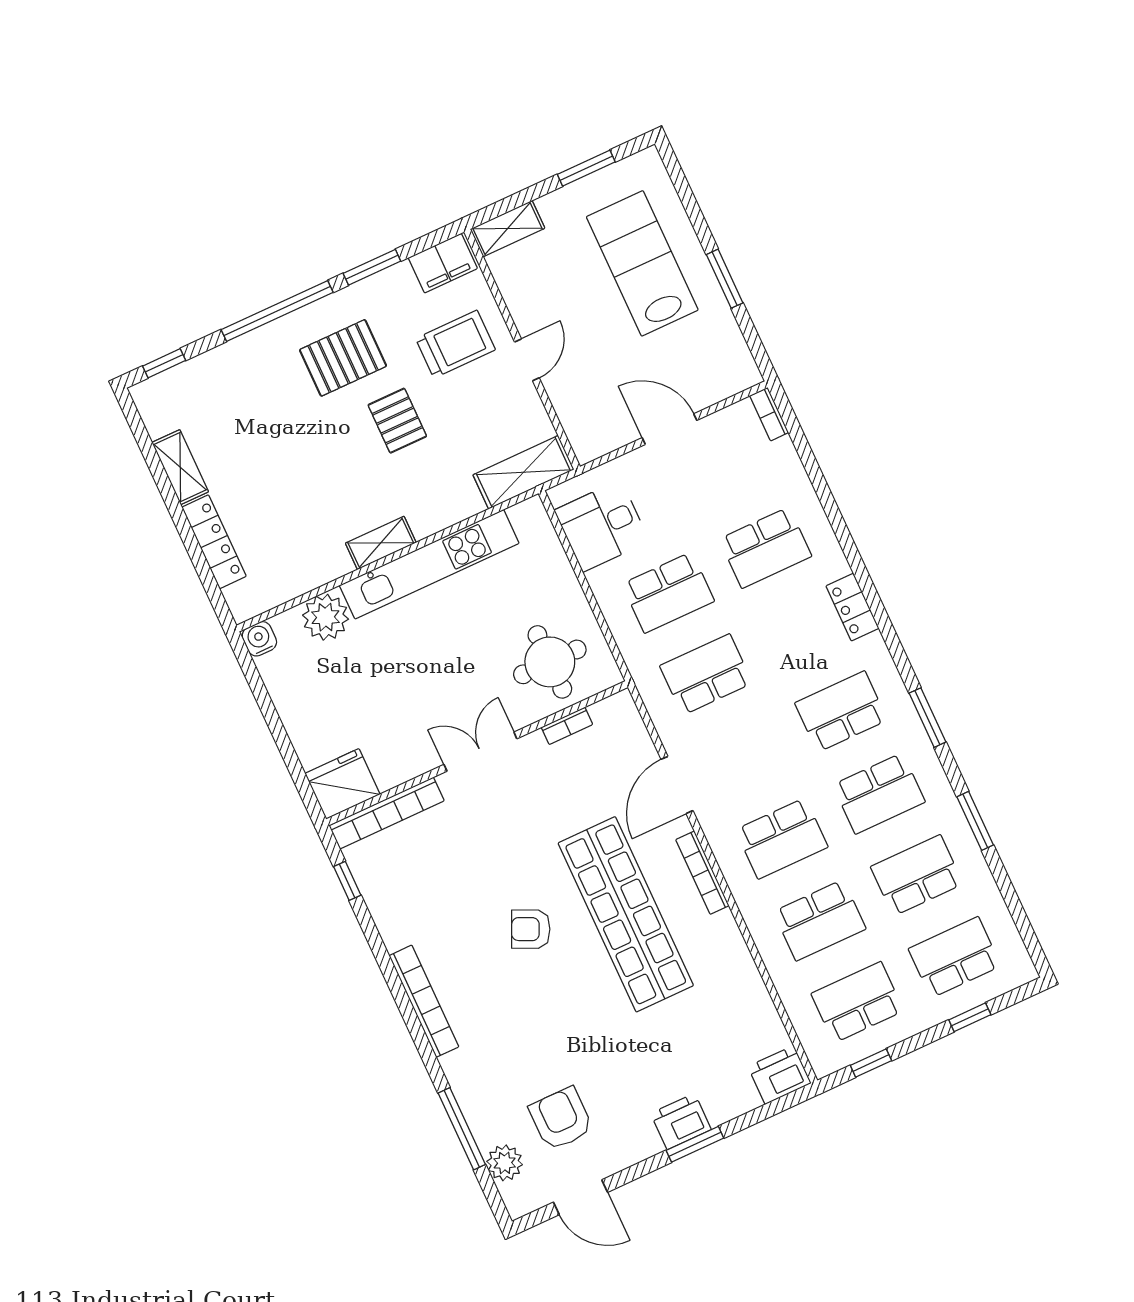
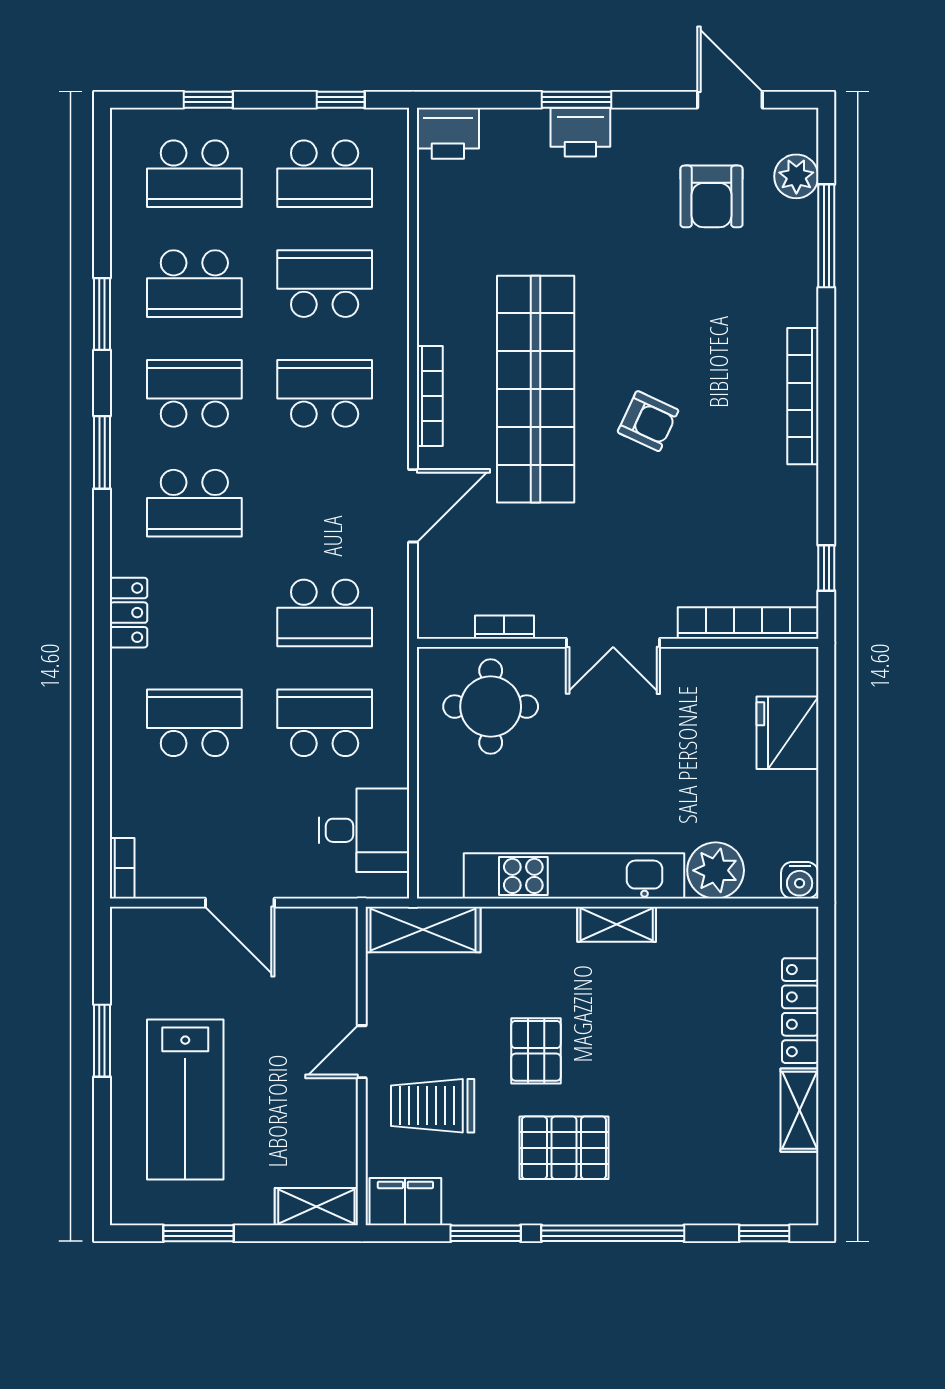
fridge: (342, 784) -> (788, 733), moved, turned 90

